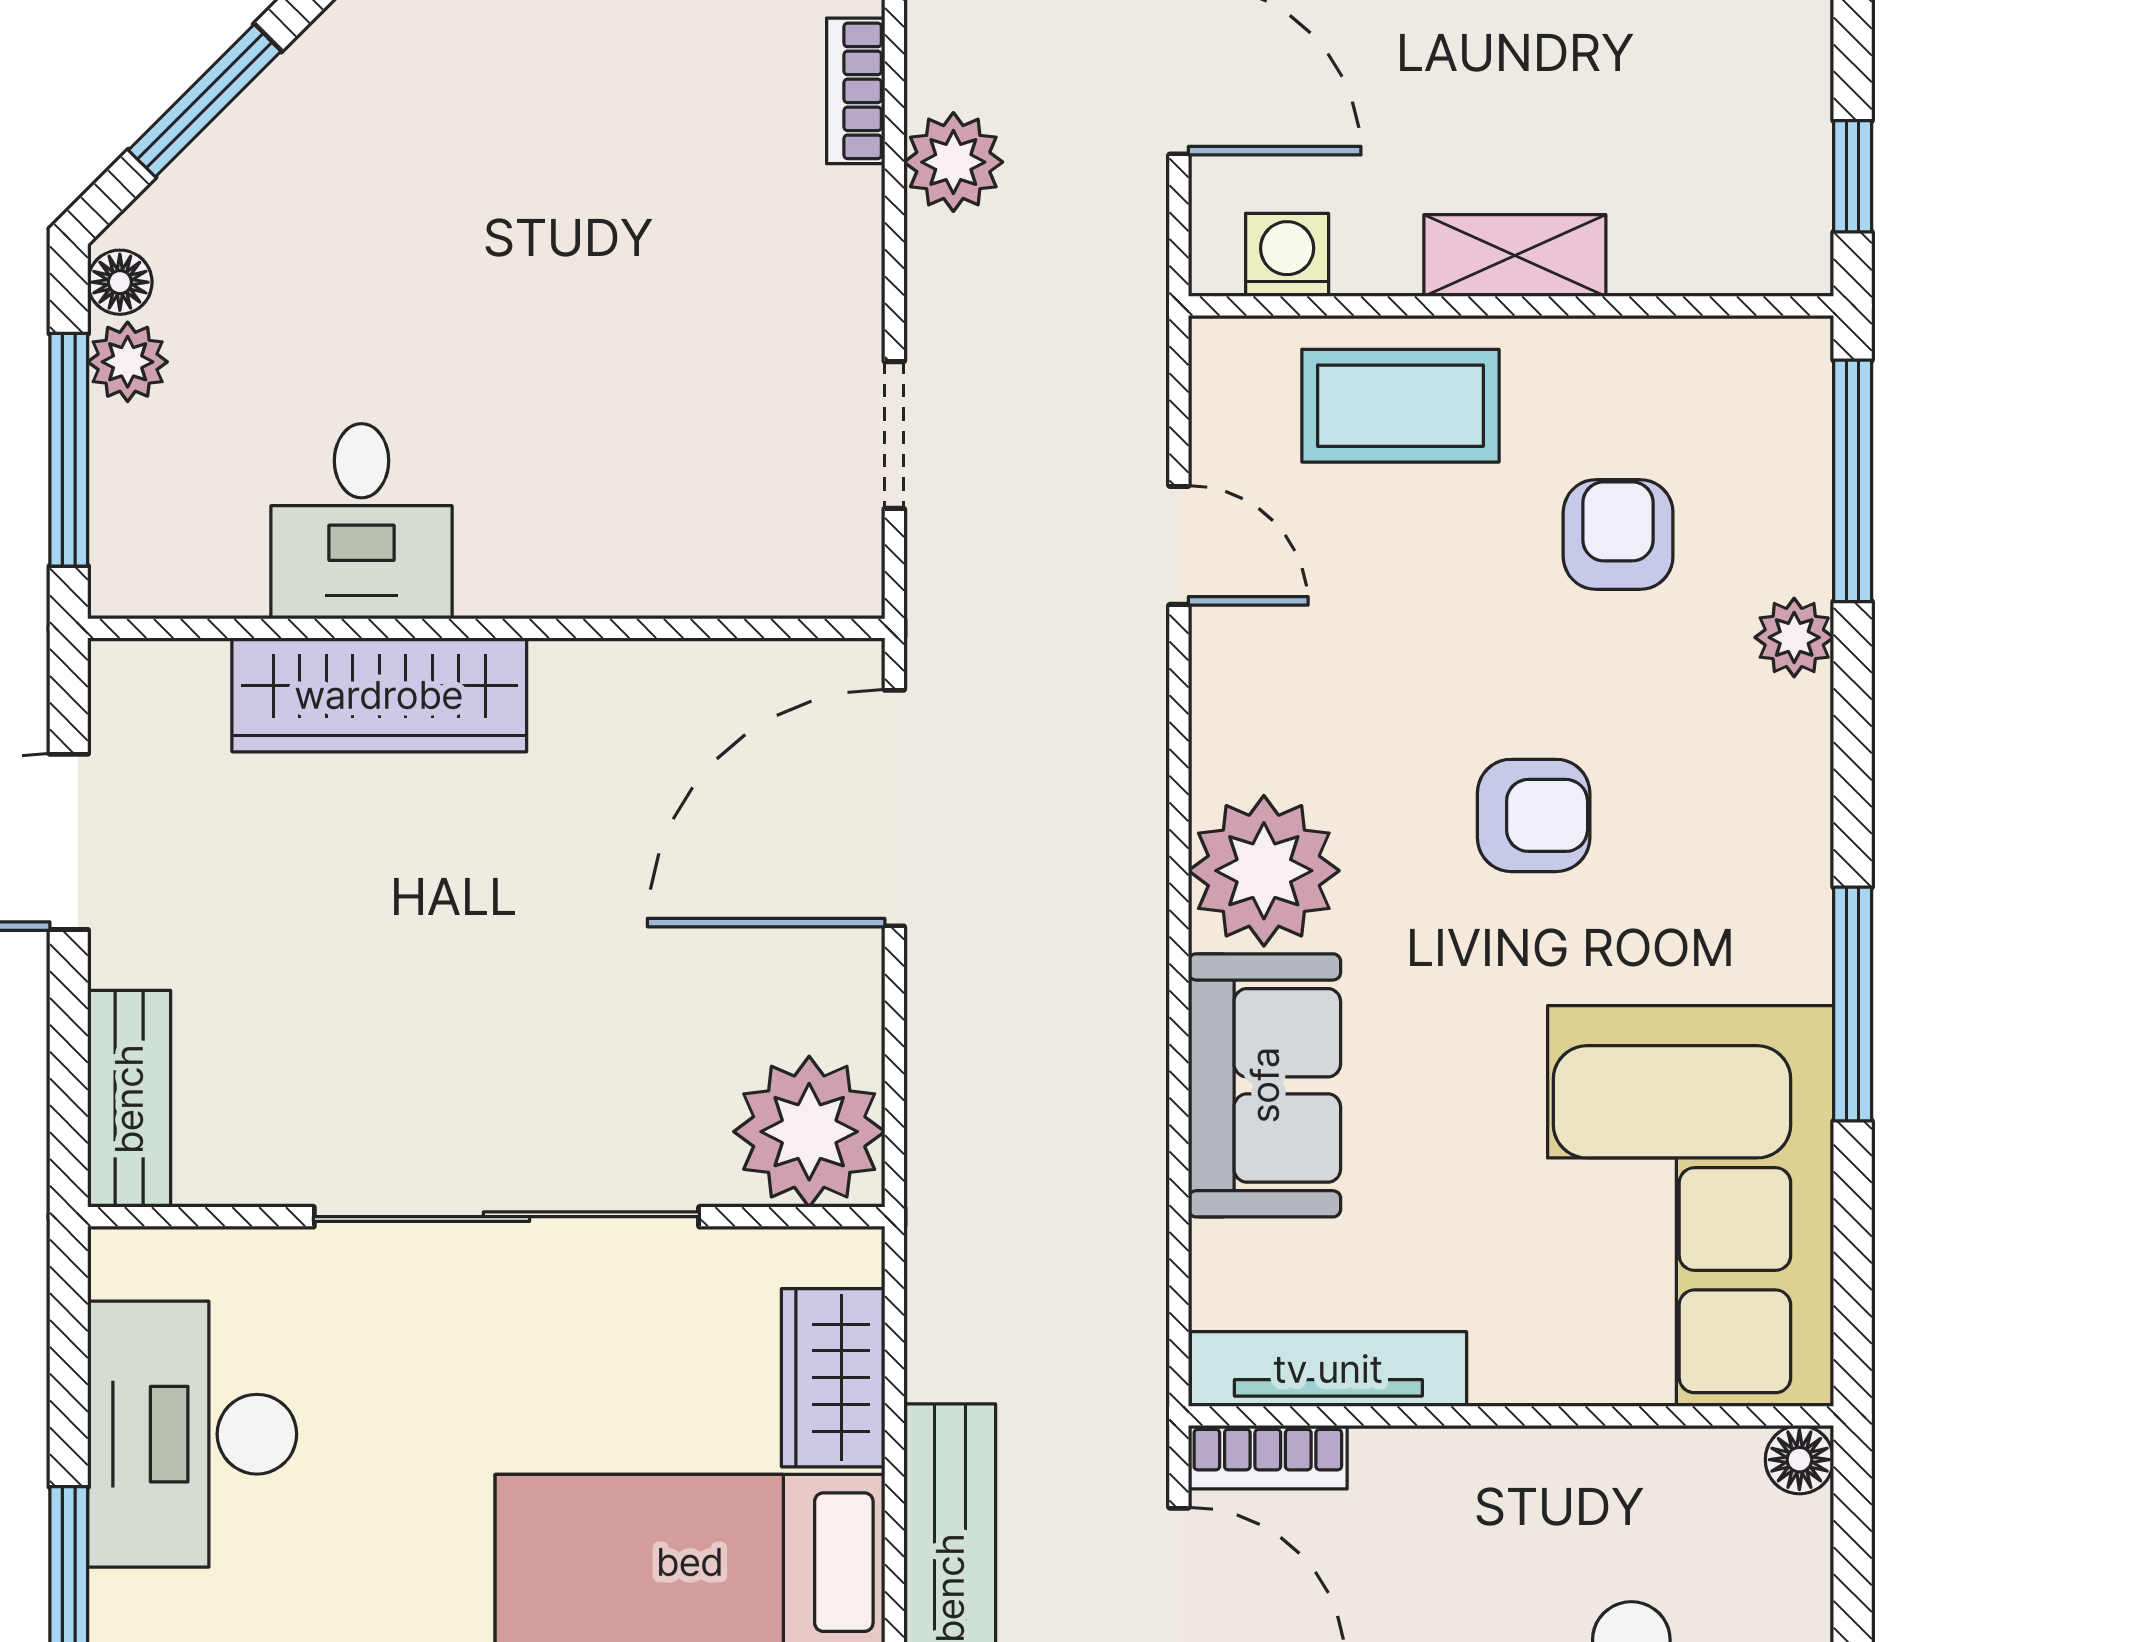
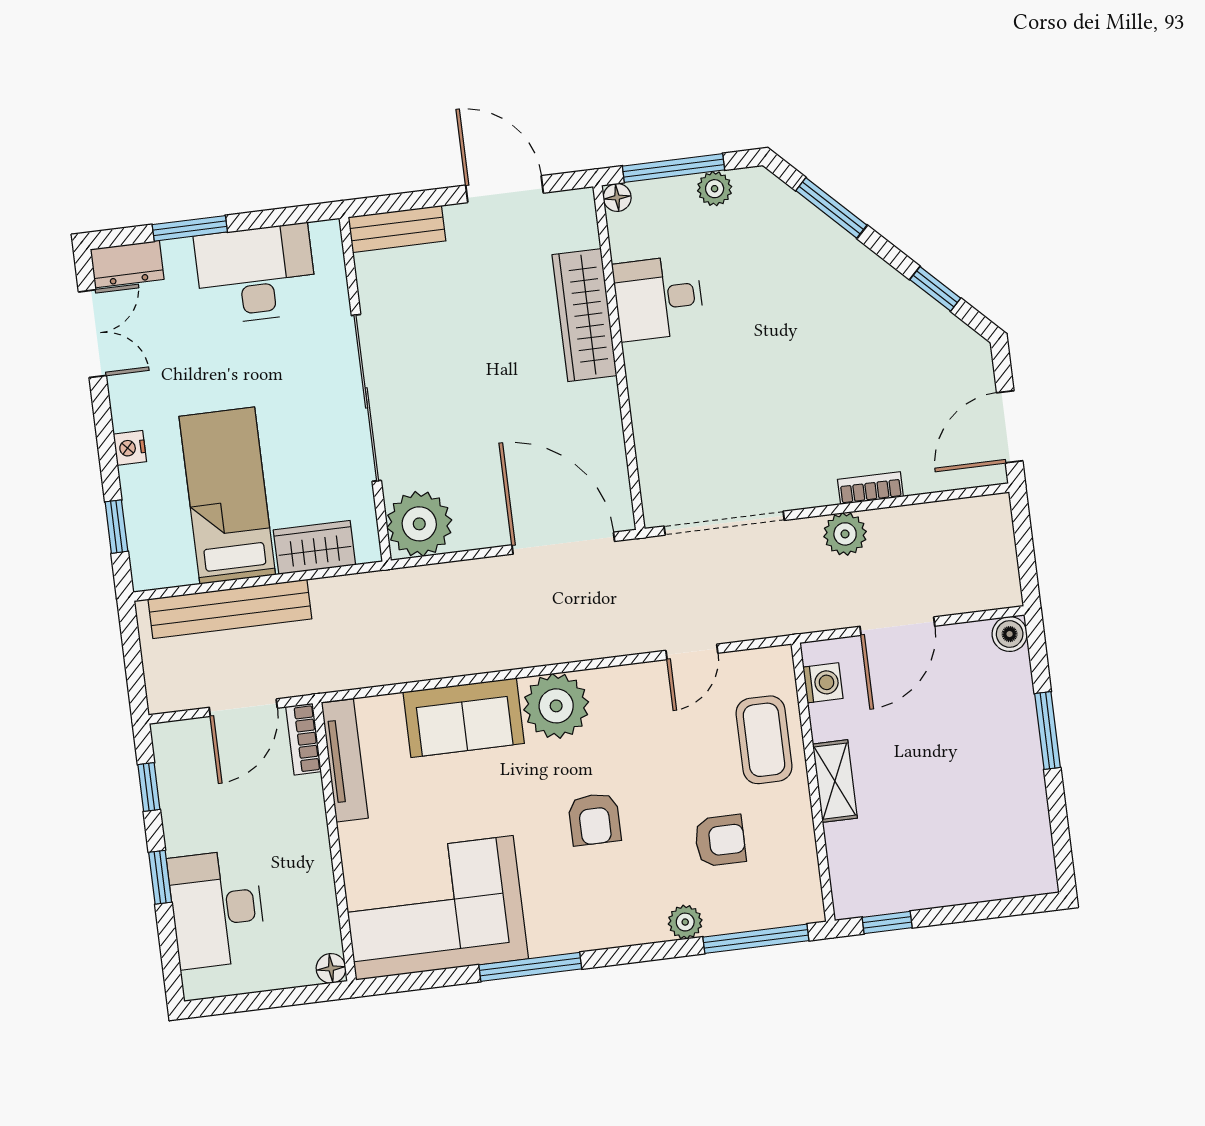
floor lamp: (120, 282) -> (617, 197), moved
doorway: (894, 435) -> (724, 523), width x1.87

